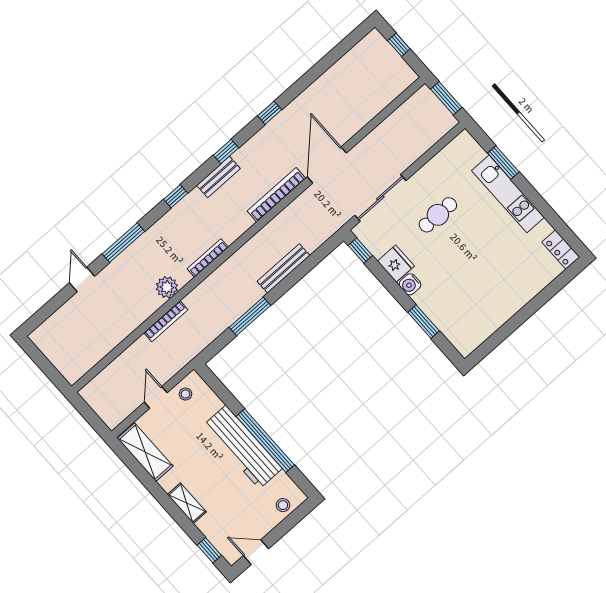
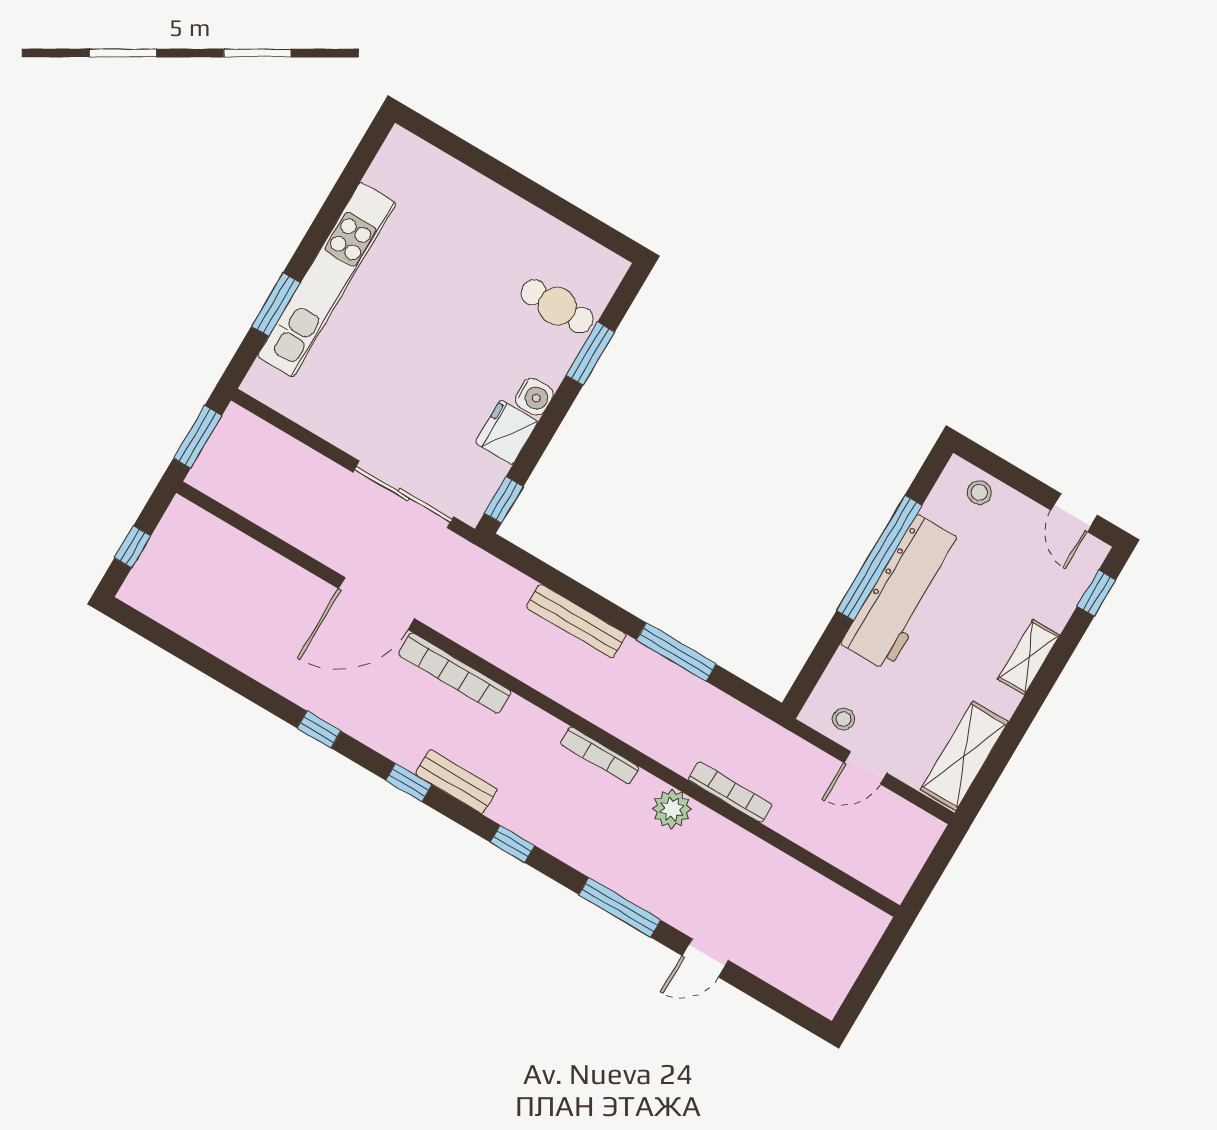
kitchen unit: (508, 194) -> (327, 280), width x1.36
cafe table: (438, 215) -> (557, 306), moved
locker: (561, 250) -> (393, 159), removed

